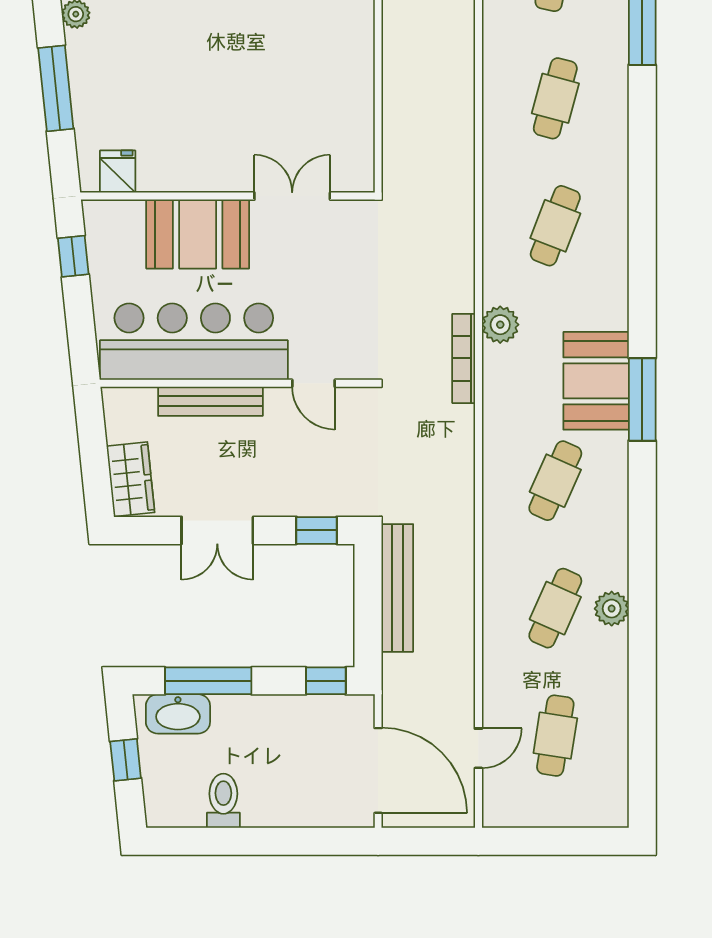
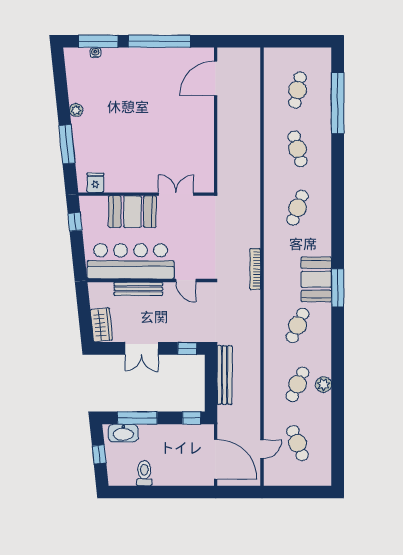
cafe table: (555, 98) -> (298, 149), turned -30
plant: (500, 325) -> (272, 253), removed
cafe table: (555, 736) -> (298, 443), turned -30

